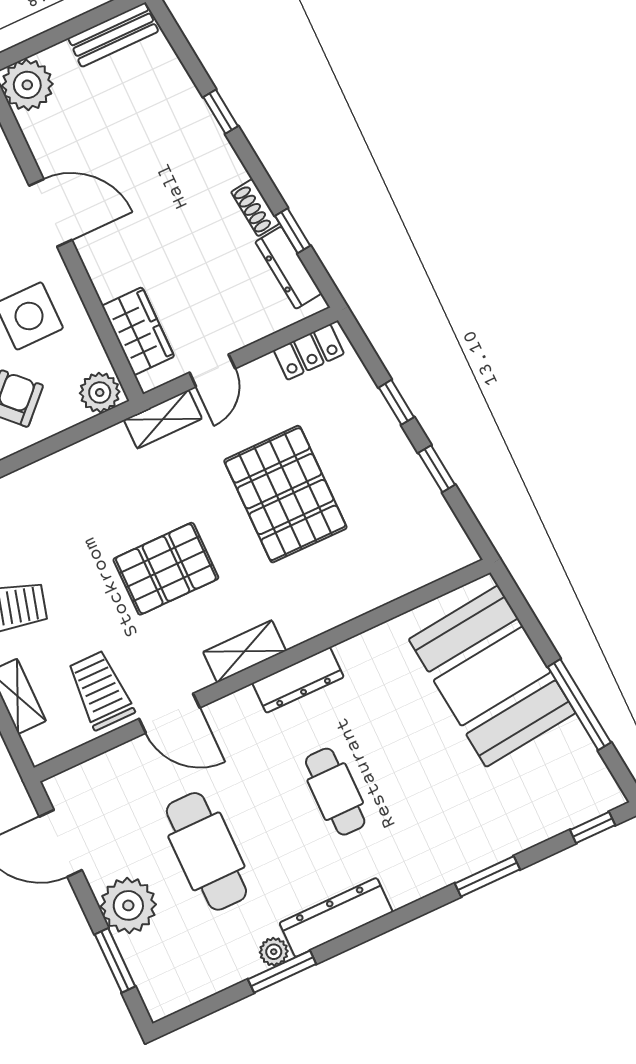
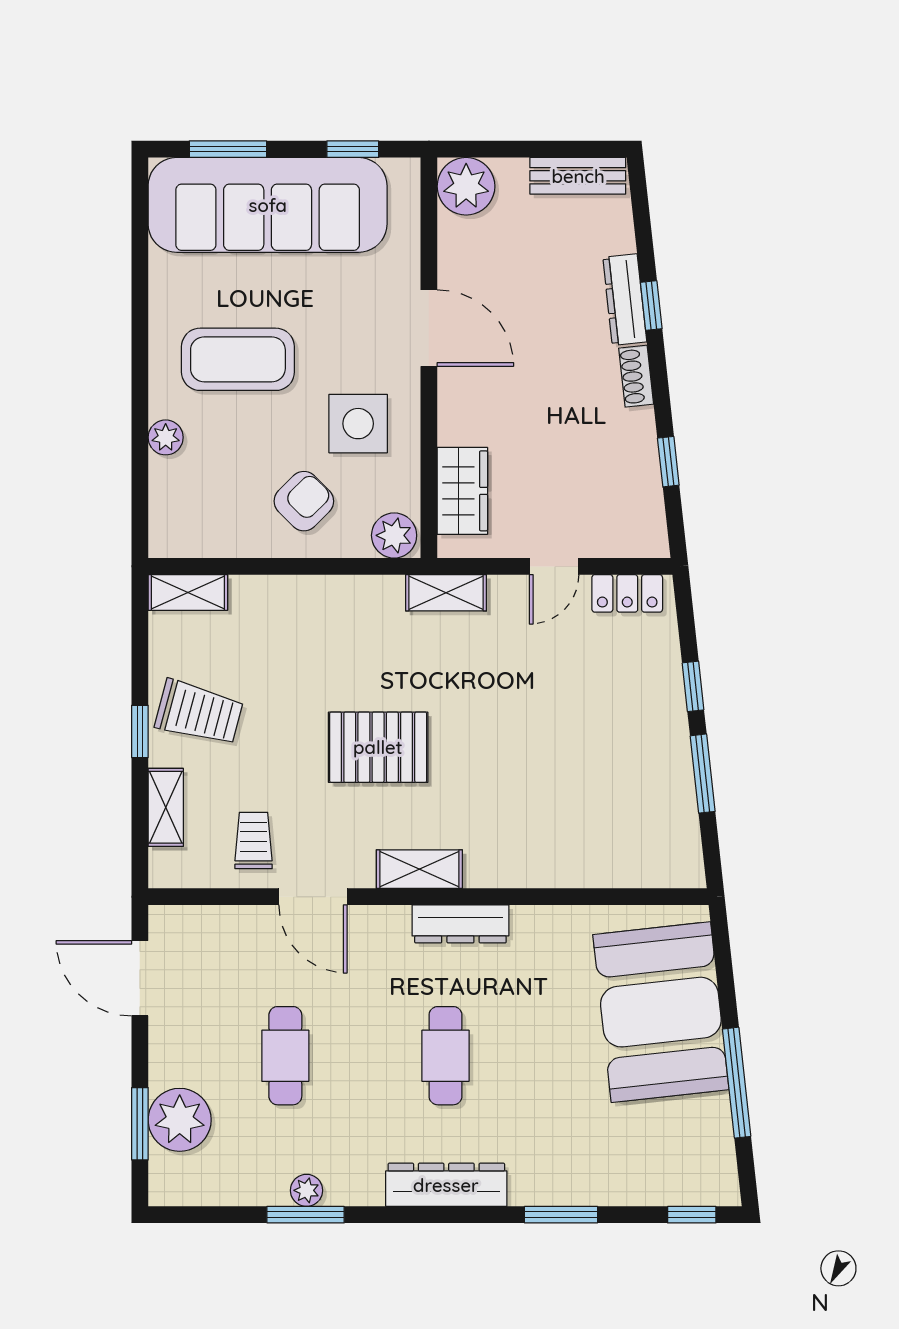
shoe rack: (255, 208) -> (636, 376), moved
dresser: (288, 268) -> (625, 300), moved
door: (212, 370) -> (554, 566), moved
window: (437, 469) -> (703, 774), width x1.50
pallet: (285, 494) -> (536, 728), removed
trolley: (101, 690) -> (254, 840), width x0.73, depth x0.72
cafe table: (206, 851) -> (285, 1056), width x0.73, depth x0.74
plant: (128, 905) -> (180, 1120), moved
dresser: (336, 917) -> (446, 1185), moved

